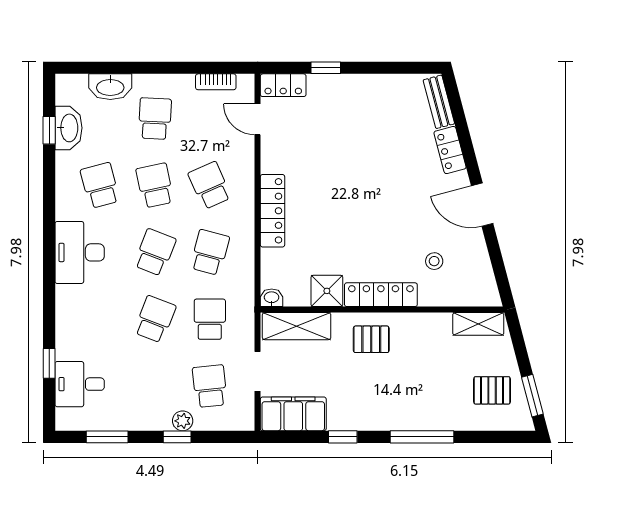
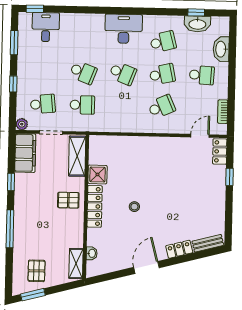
locker: (272, 211) -> (146, 143), removed
school desk: (210, 252) -> (122, 106), removed
stool: (434, 261) -> (134, 207), moved
washbasin: (272, 298) -> (92, 253), moved
pallet: (371, 339) -> (68, 200), turned 90
window: (49, 363) -> (35, 9), moved
plant: (183, 421) -> (22, 124), moved

